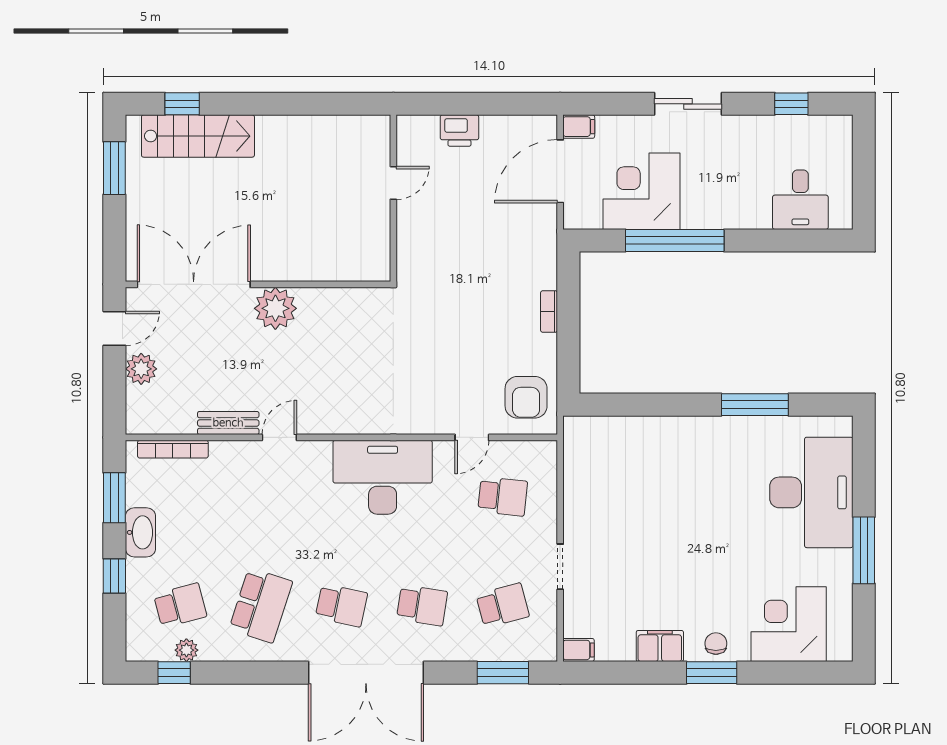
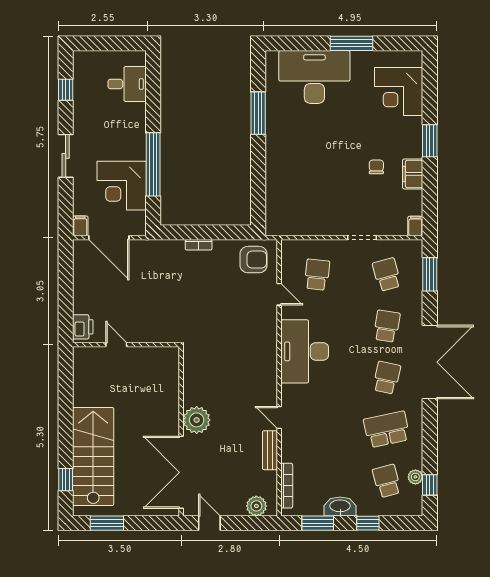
printer: (459, 131) -> (83, 327), moved
stairs: (198, 136) -> (93, 456), width x1.36, depth x1.51
plant: (141, 369) -> (256, 506), moved
school desk: (261, 605) -> (387, 429), turned -30
chair: (716, 644) -> (376, 167), moved, turned 90

